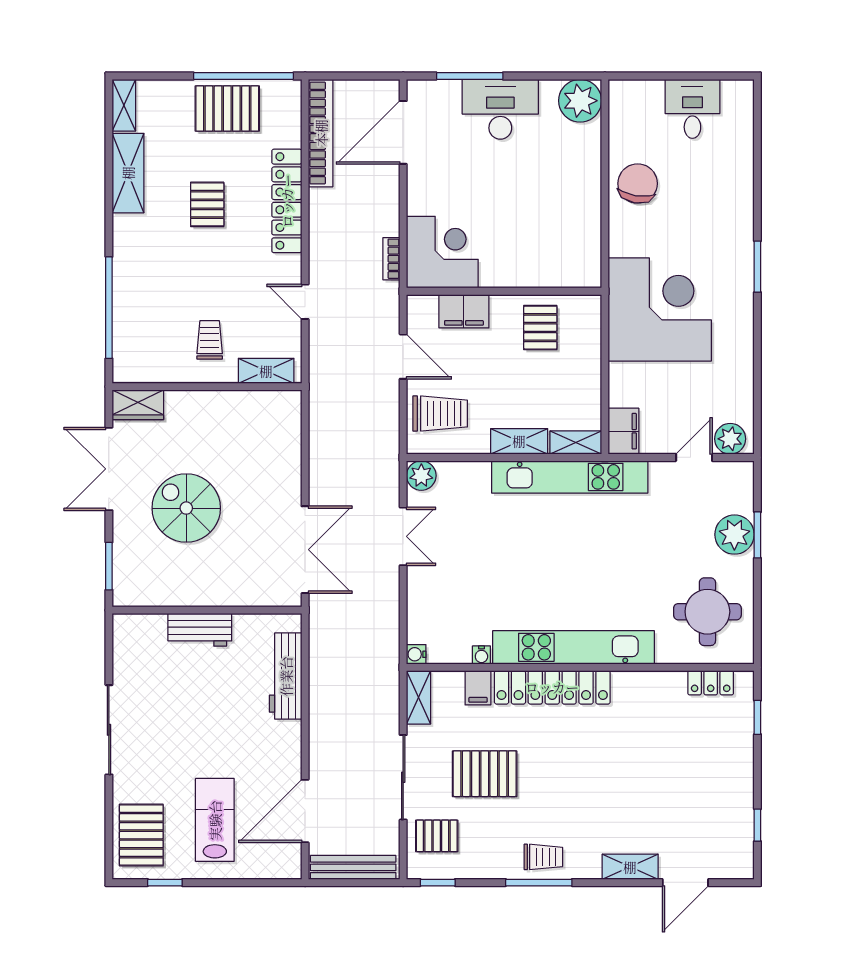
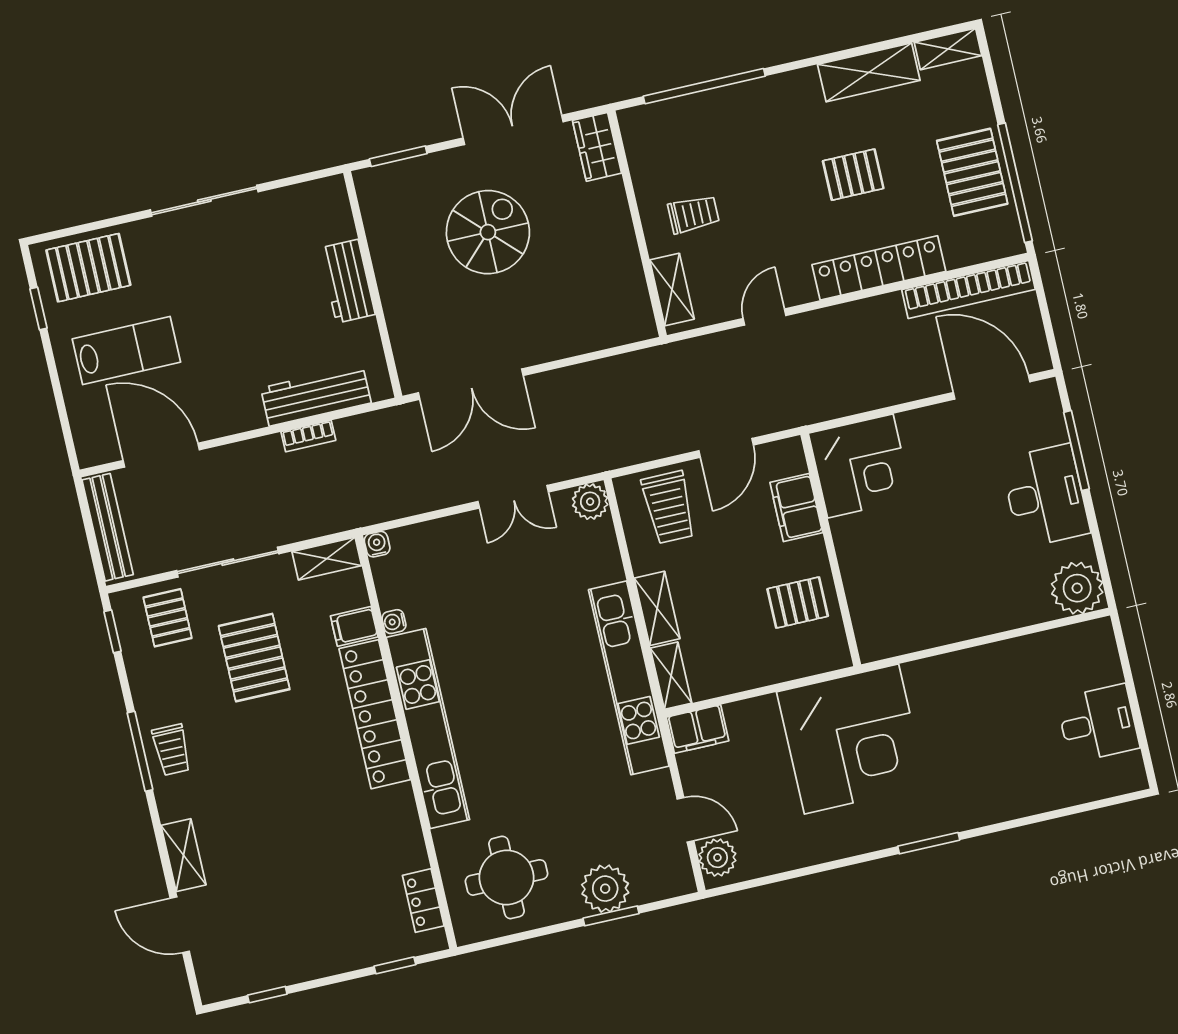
chair: (638, 184) -> (995, 679), removed
bookcase: (391, 259) -> (308, 436), moved, turned 180

